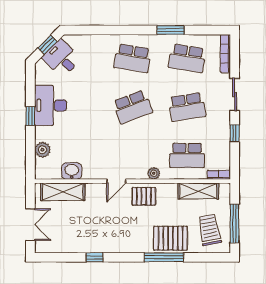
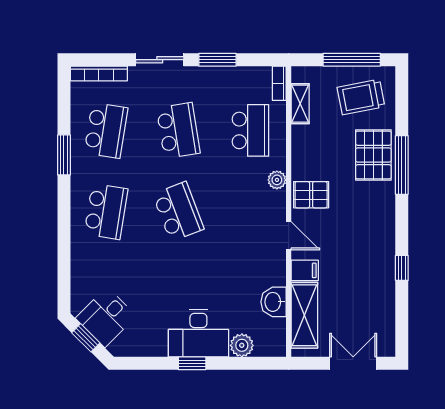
desk: (51, 105) -> (198, 333), moved
window: (235, 133) -> (217, 60), width x1.50
shelving: (198, 191) -> (300, 104), width x0.67, depth x0.75
filing cabinet: (93, 192) -> (305, 270), added
pallet: (144, 196) -> (311, 195), turned 90

